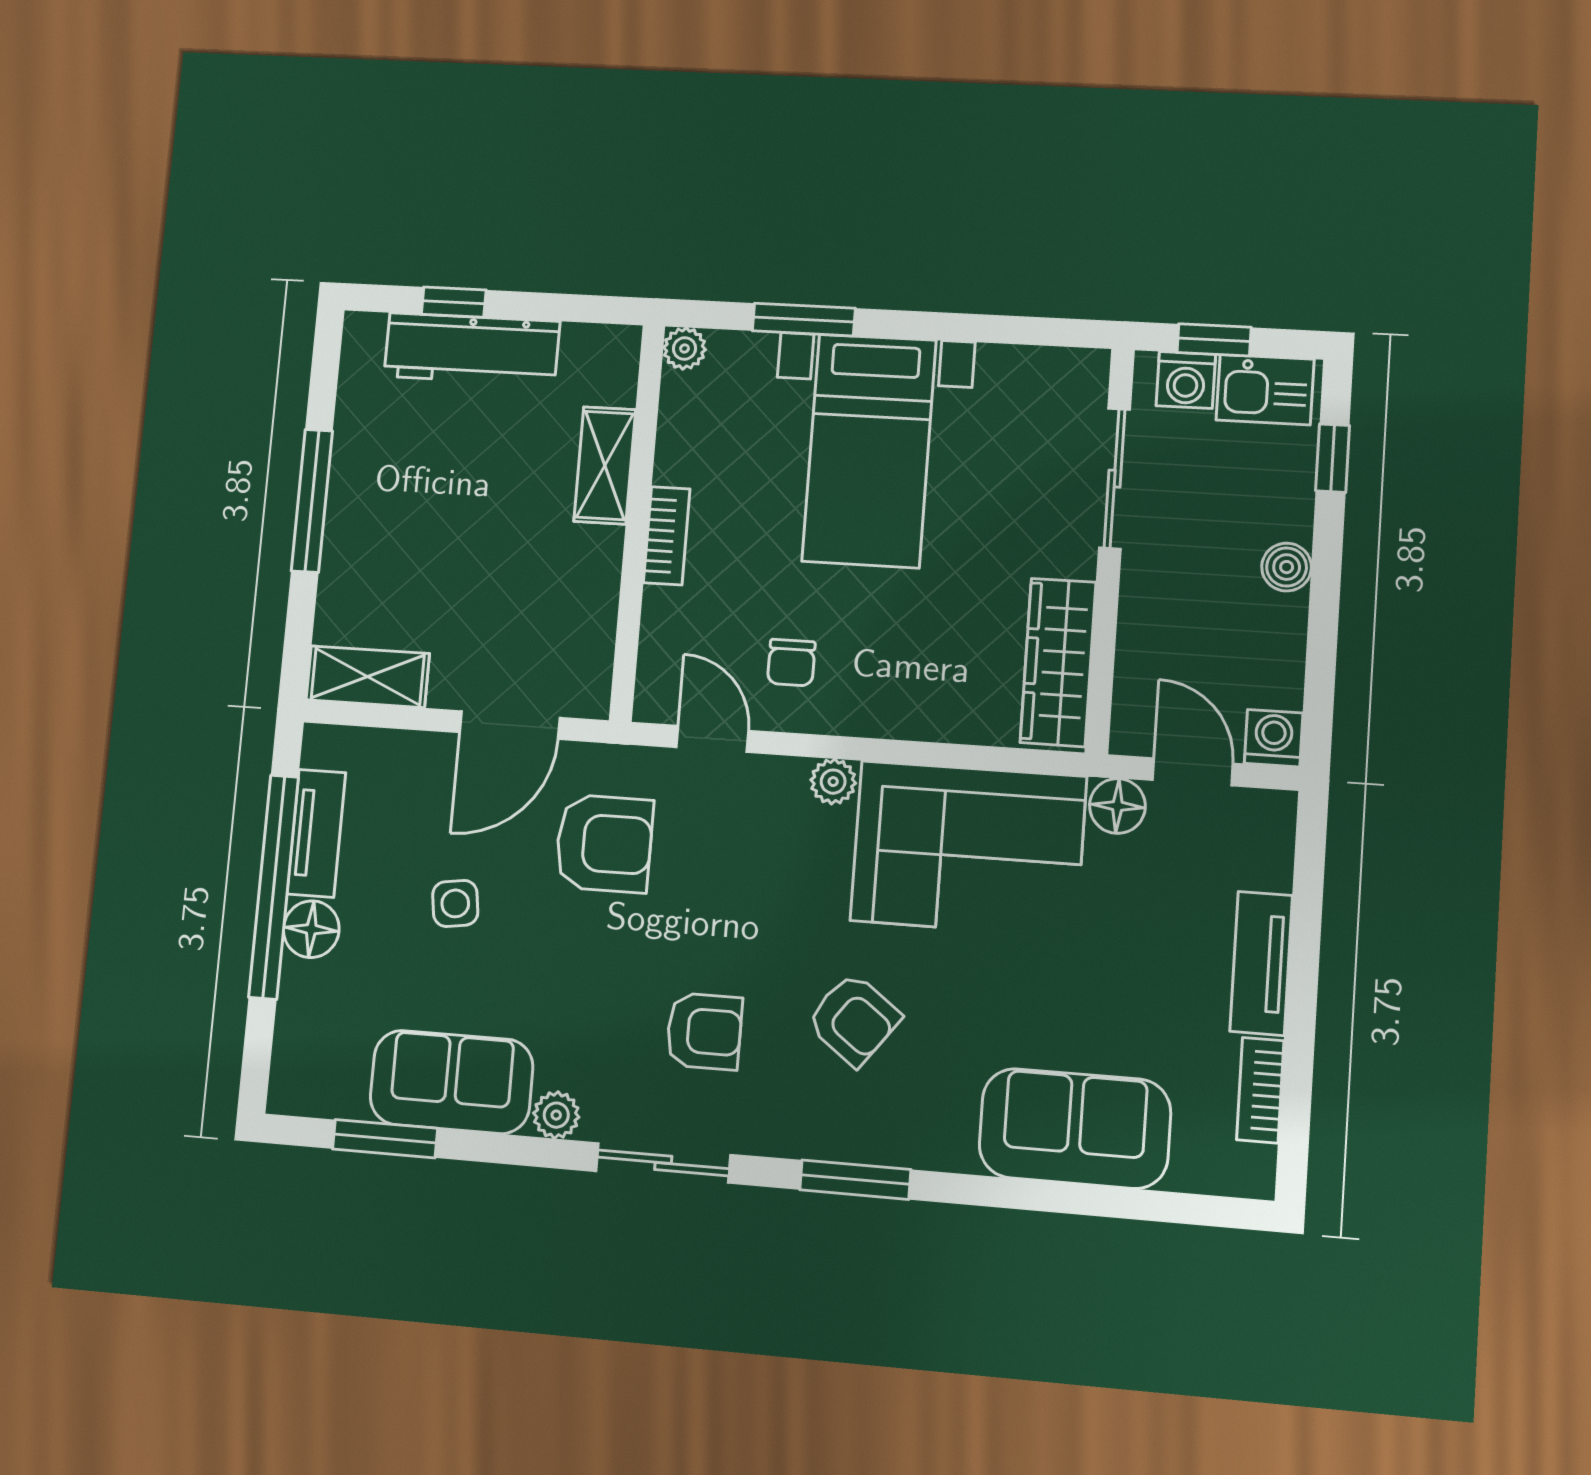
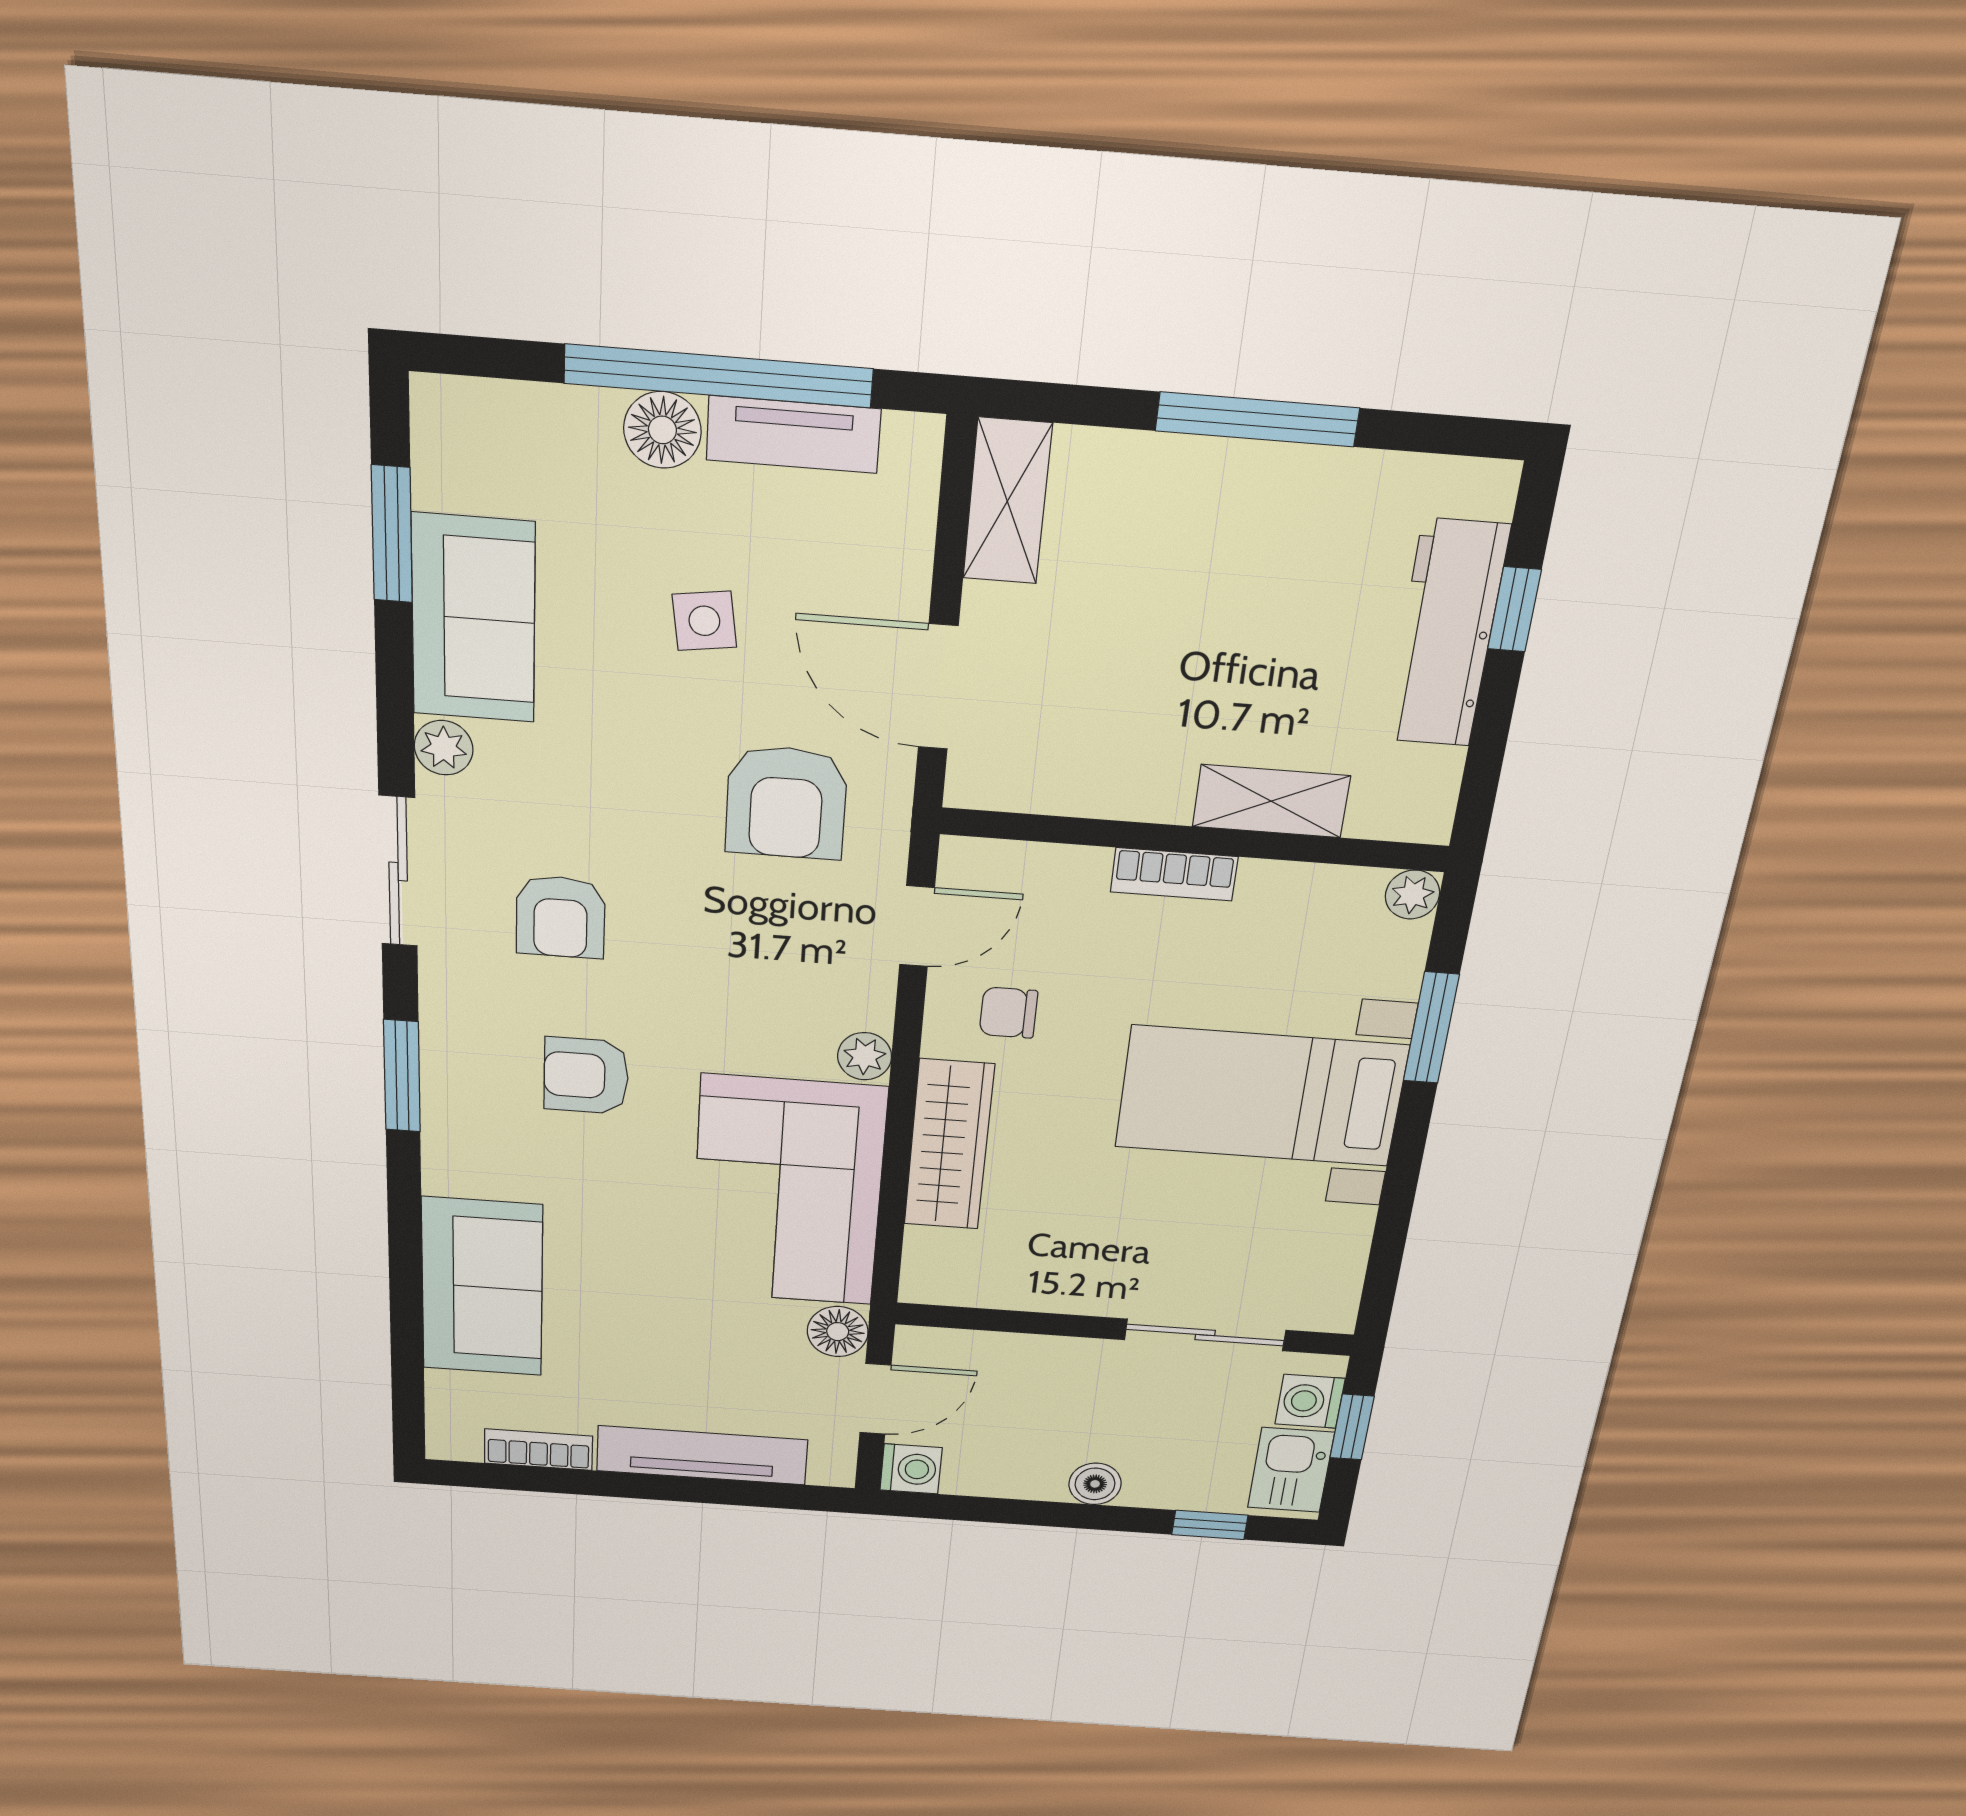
wardrobe: (1058, 662) -> (949, 1145), moved, turned 90
tv unit: (1261, 963) -> (702, 1455), width x1.41
armchair: (854, 1019) -> (586, 1076), turned 53

